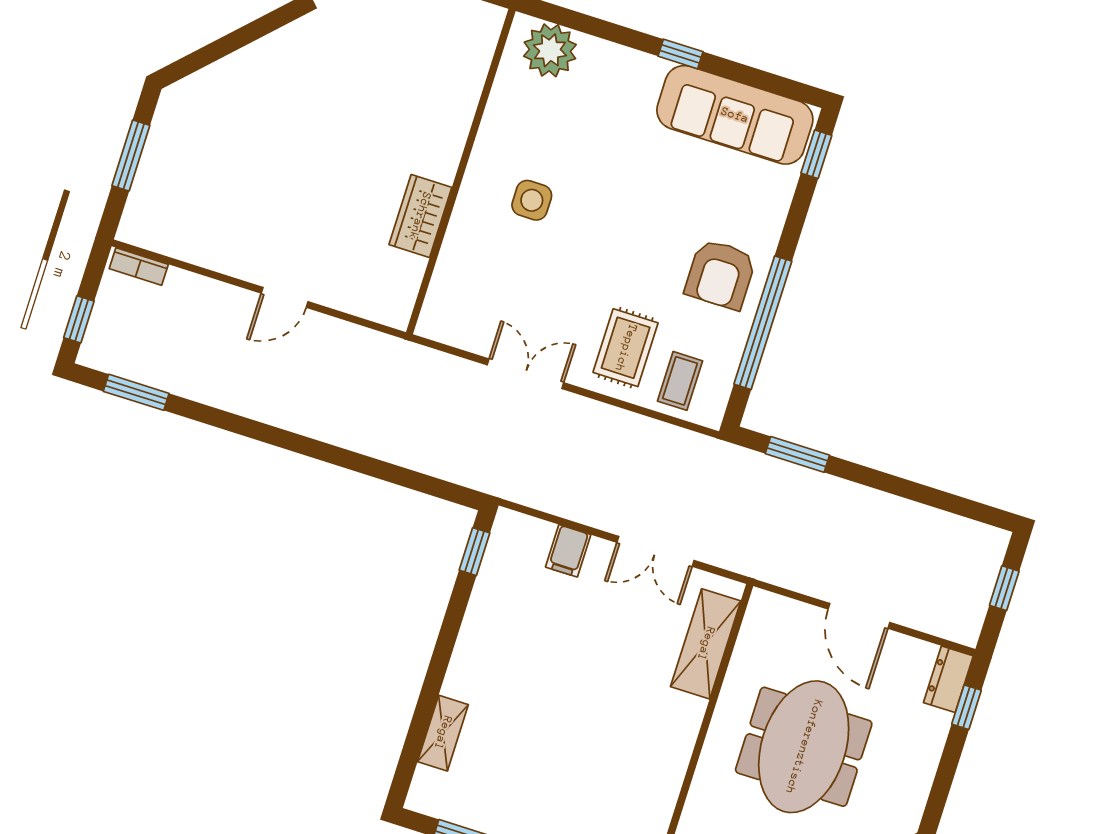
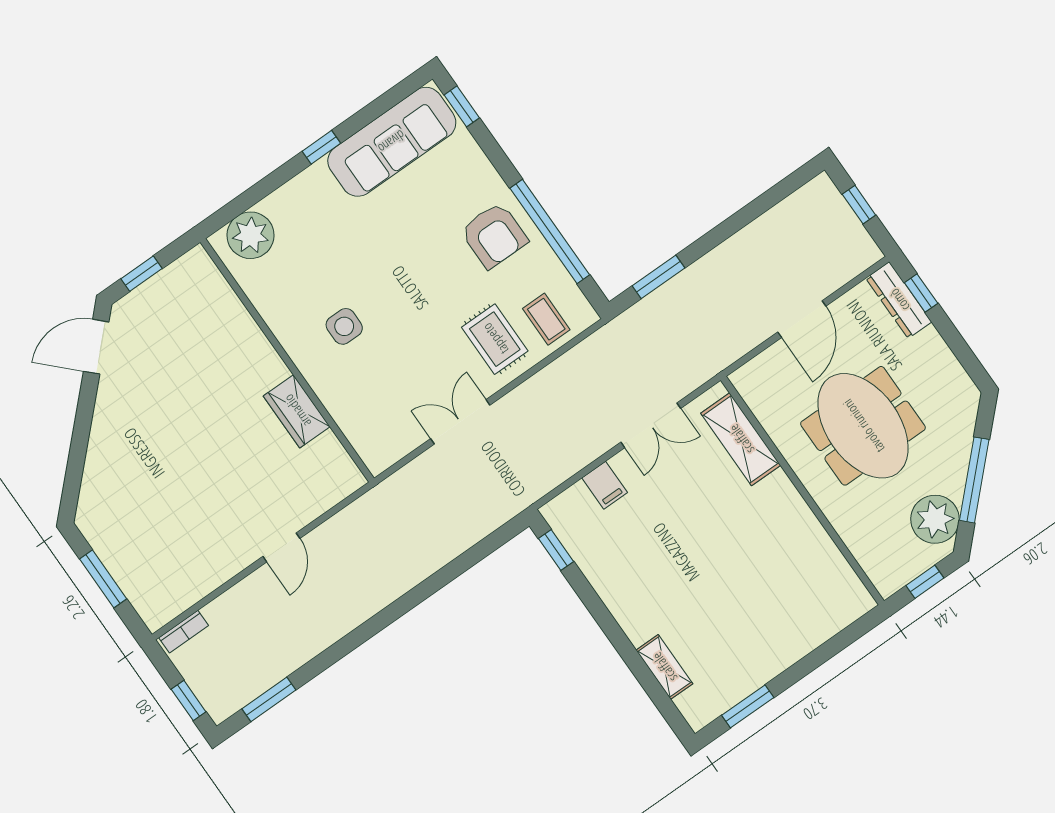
door: (859, 616) -> (802, 319), hinge flipped
dresser: (948, 679) -> (899, 300), width x1.44

